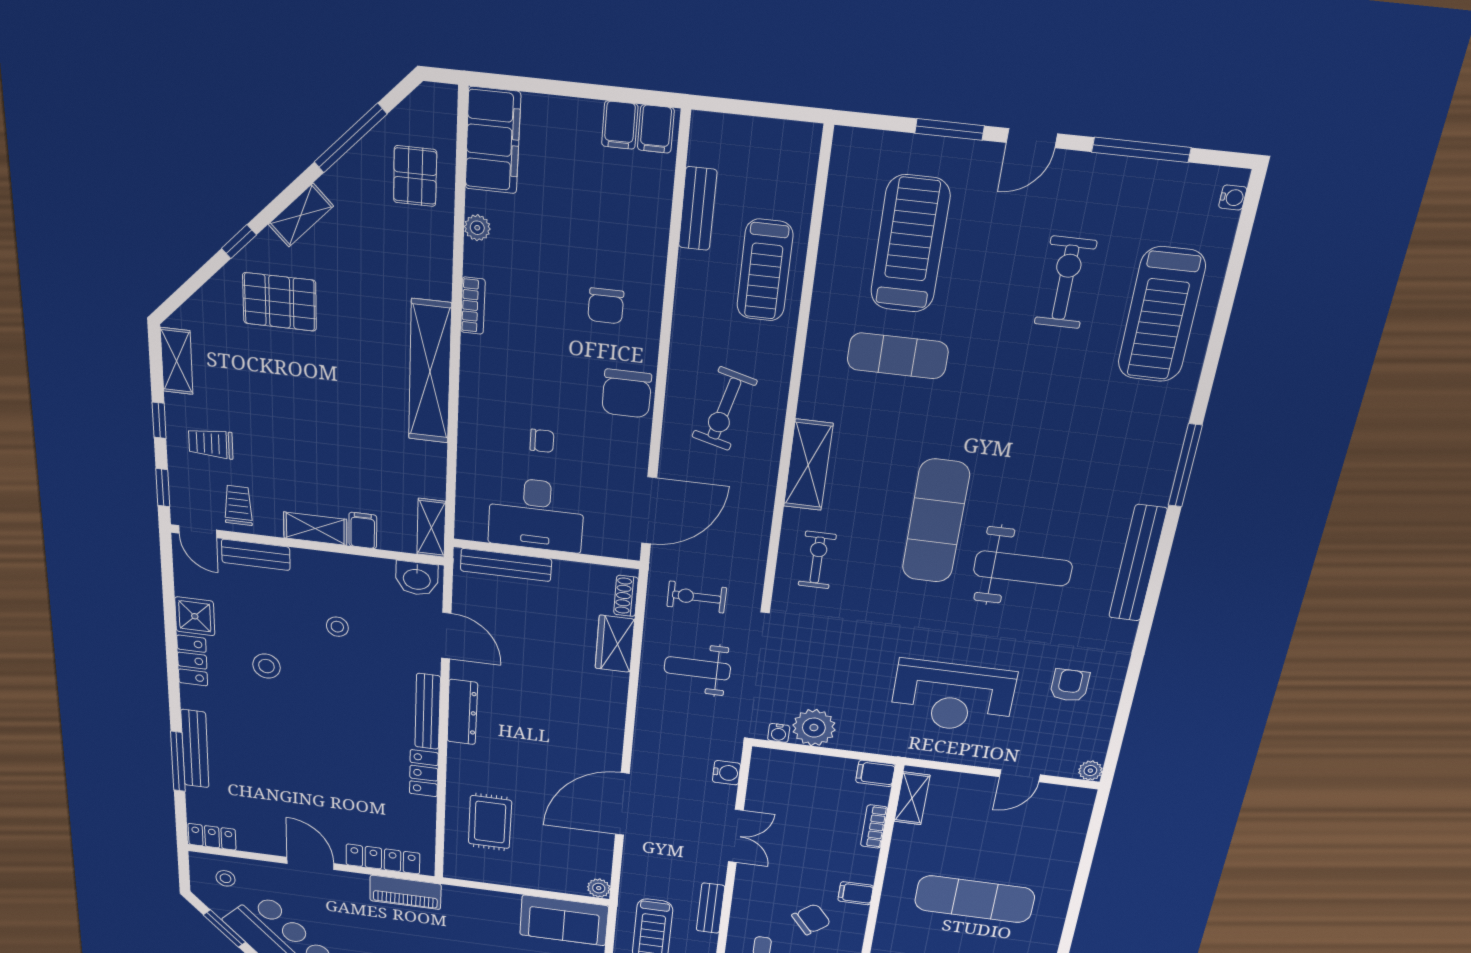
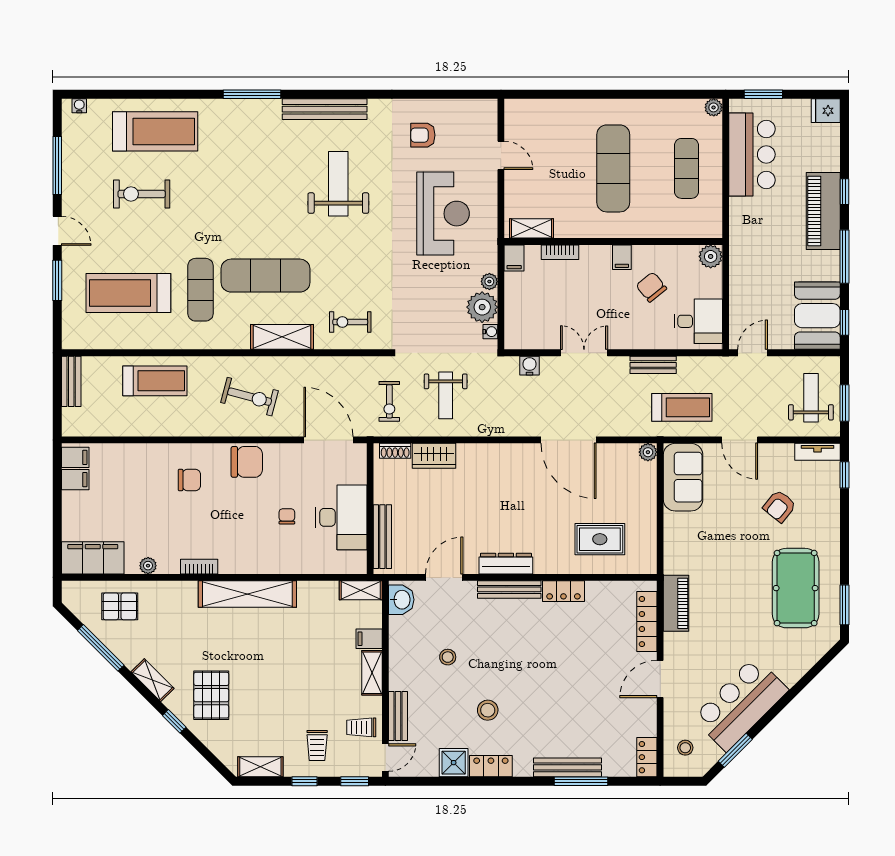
bench: (698, 209) -> (71, 381), moved, turned 90
exercise mat: (936, 521) -> (265, 276), moved
plant: (1090, 771) -> (489, 282), moved

